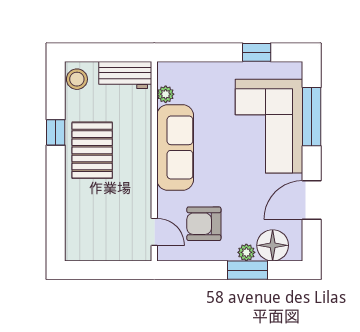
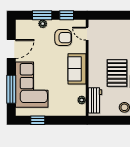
workbench: (125, 75) -> (95, 100), moved, turned 90
sofa: (175, 148) -> (77, 69), width x0.73
floor lamp: (273, 245) -> (30, 27), removed
window: (197, 270) -> (67, 15), added

